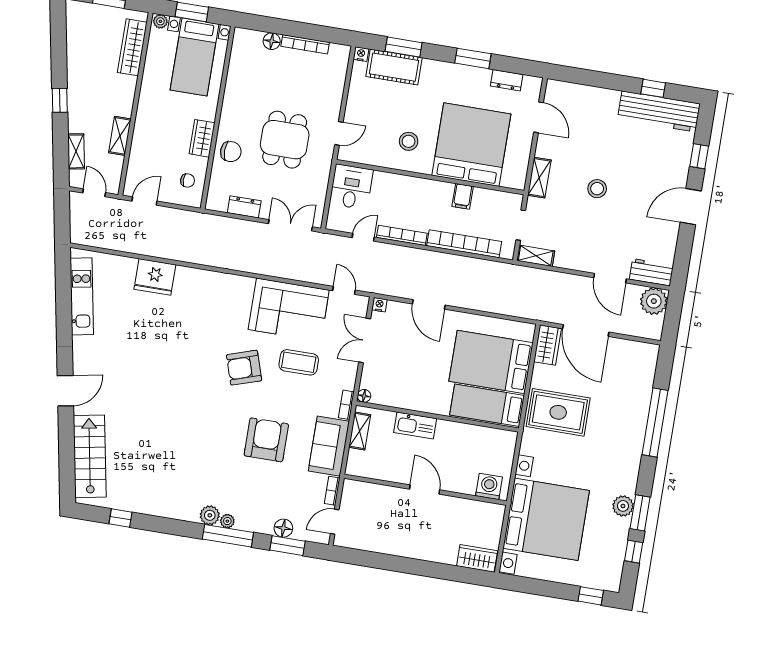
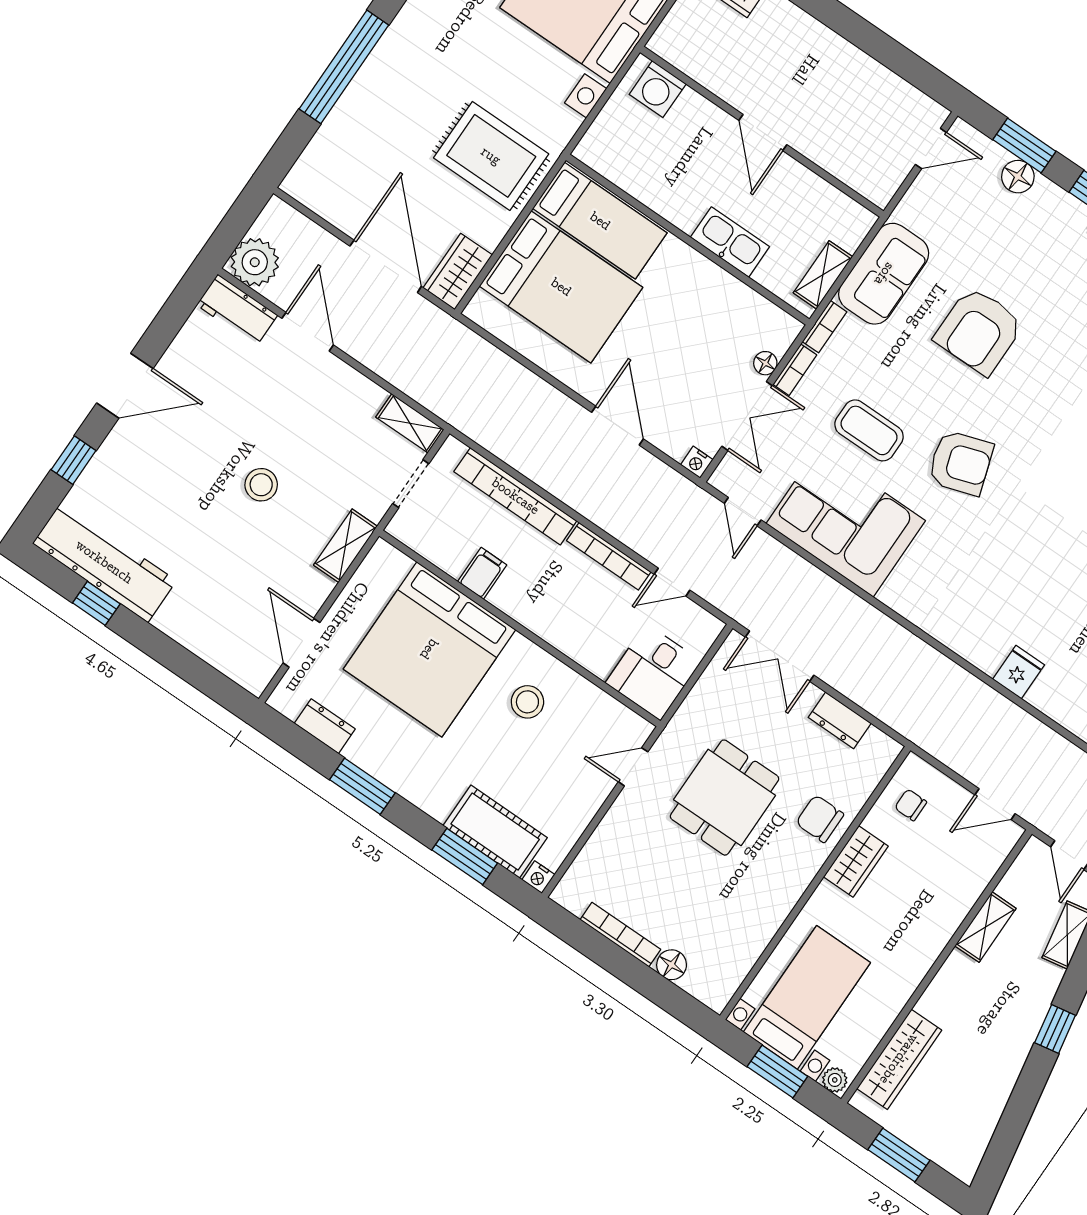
fridge: (155, 277) -> (1019, 672), width x0.53, depth x0.75
floor lamp: (364, 396) -> (765, 363), moved
bookcase: (332, 491) -> (795, 370), moved

